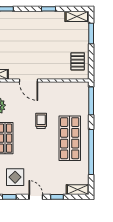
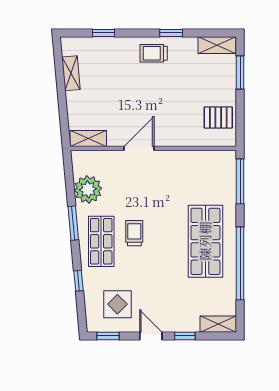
trolley: (37, 22) -> (154, 53), added
pallet: (78, 61) -> (218, 117), turned 90
door: (28, 81) -> (139, 148), swing flipped
trolley: (41, 121) -> (134, 233), moved

